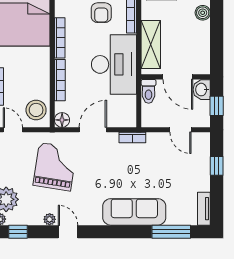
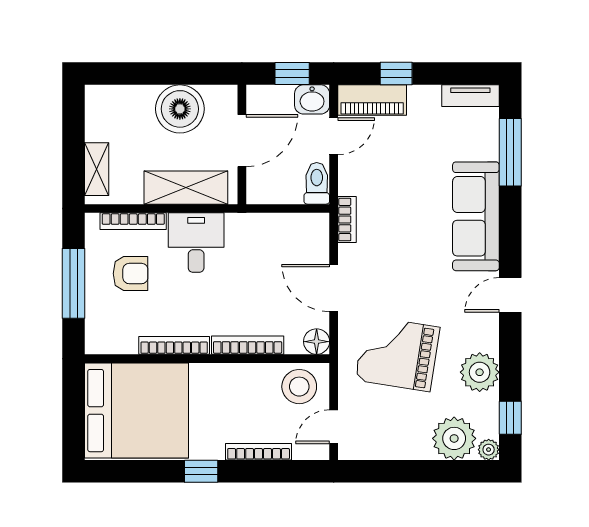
boiler: (203, 13) -> (180, 109), moved, width x1.86, depth x1.86
desk: (114, 64) -> (196, 243), width x0.53, depth x0.77
washbasin: (202, 90) -> (312, 99), moved
toilet: (149, 91) -> (317, 183), moved, turned -90
piano: (201, 152) -> (372, 100), added
plant: (50, 219) -> (480, 372), width x1.88, depth x1.88
door: (68, 232) -> (510, 295), moved

